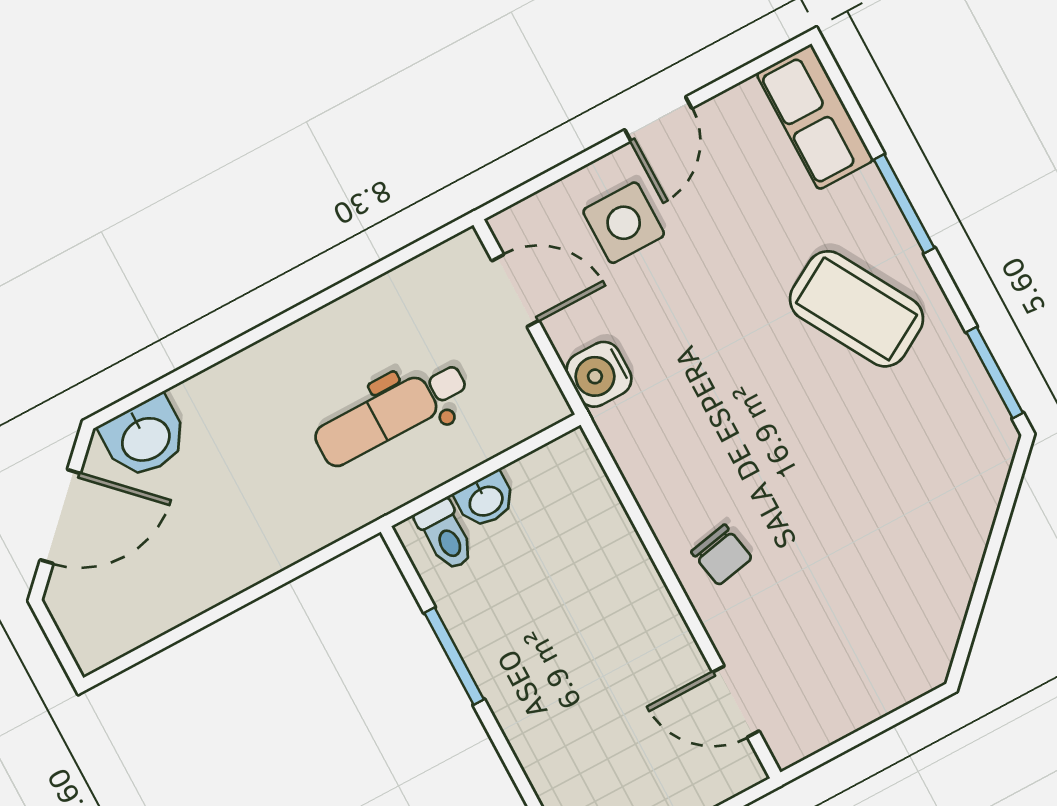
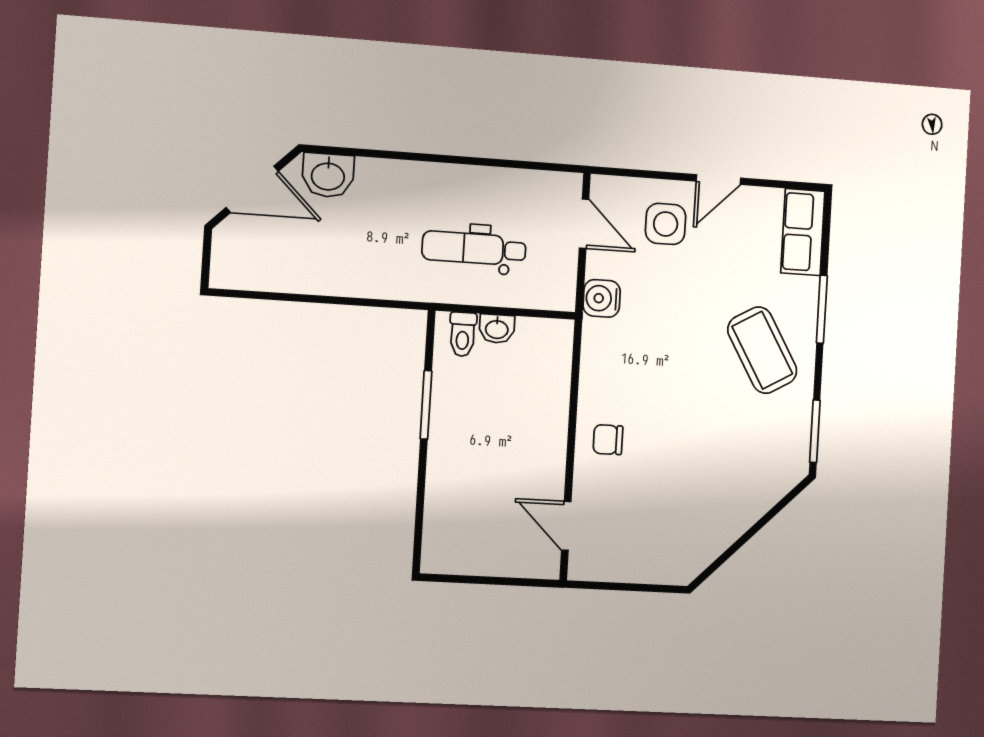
chair: (722, 555) -> (608, 440), turned 101

